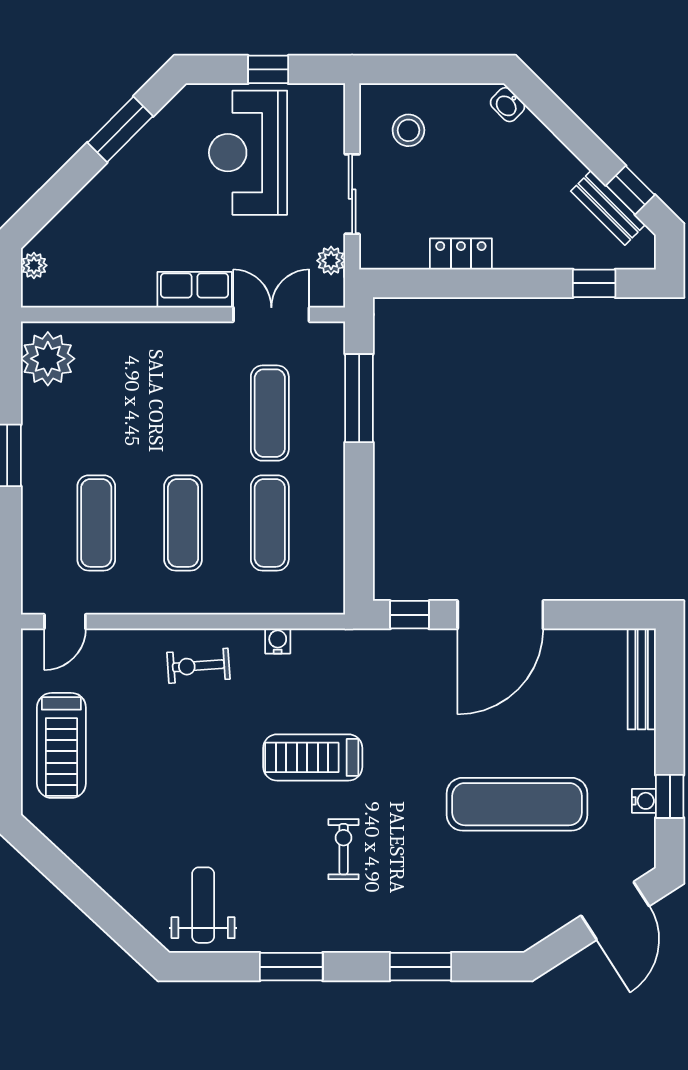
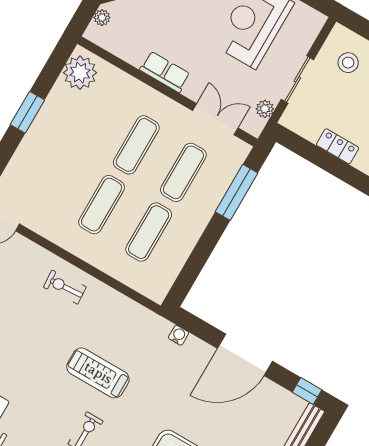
row of seats: (195, 290) -> (165, 72), moved
exercise mat: (96, 523) -> (136, 145), moved
window: (410, 615) -> (307, 391), moved
water cooler: (278, 641) -> (179, 335), moved

